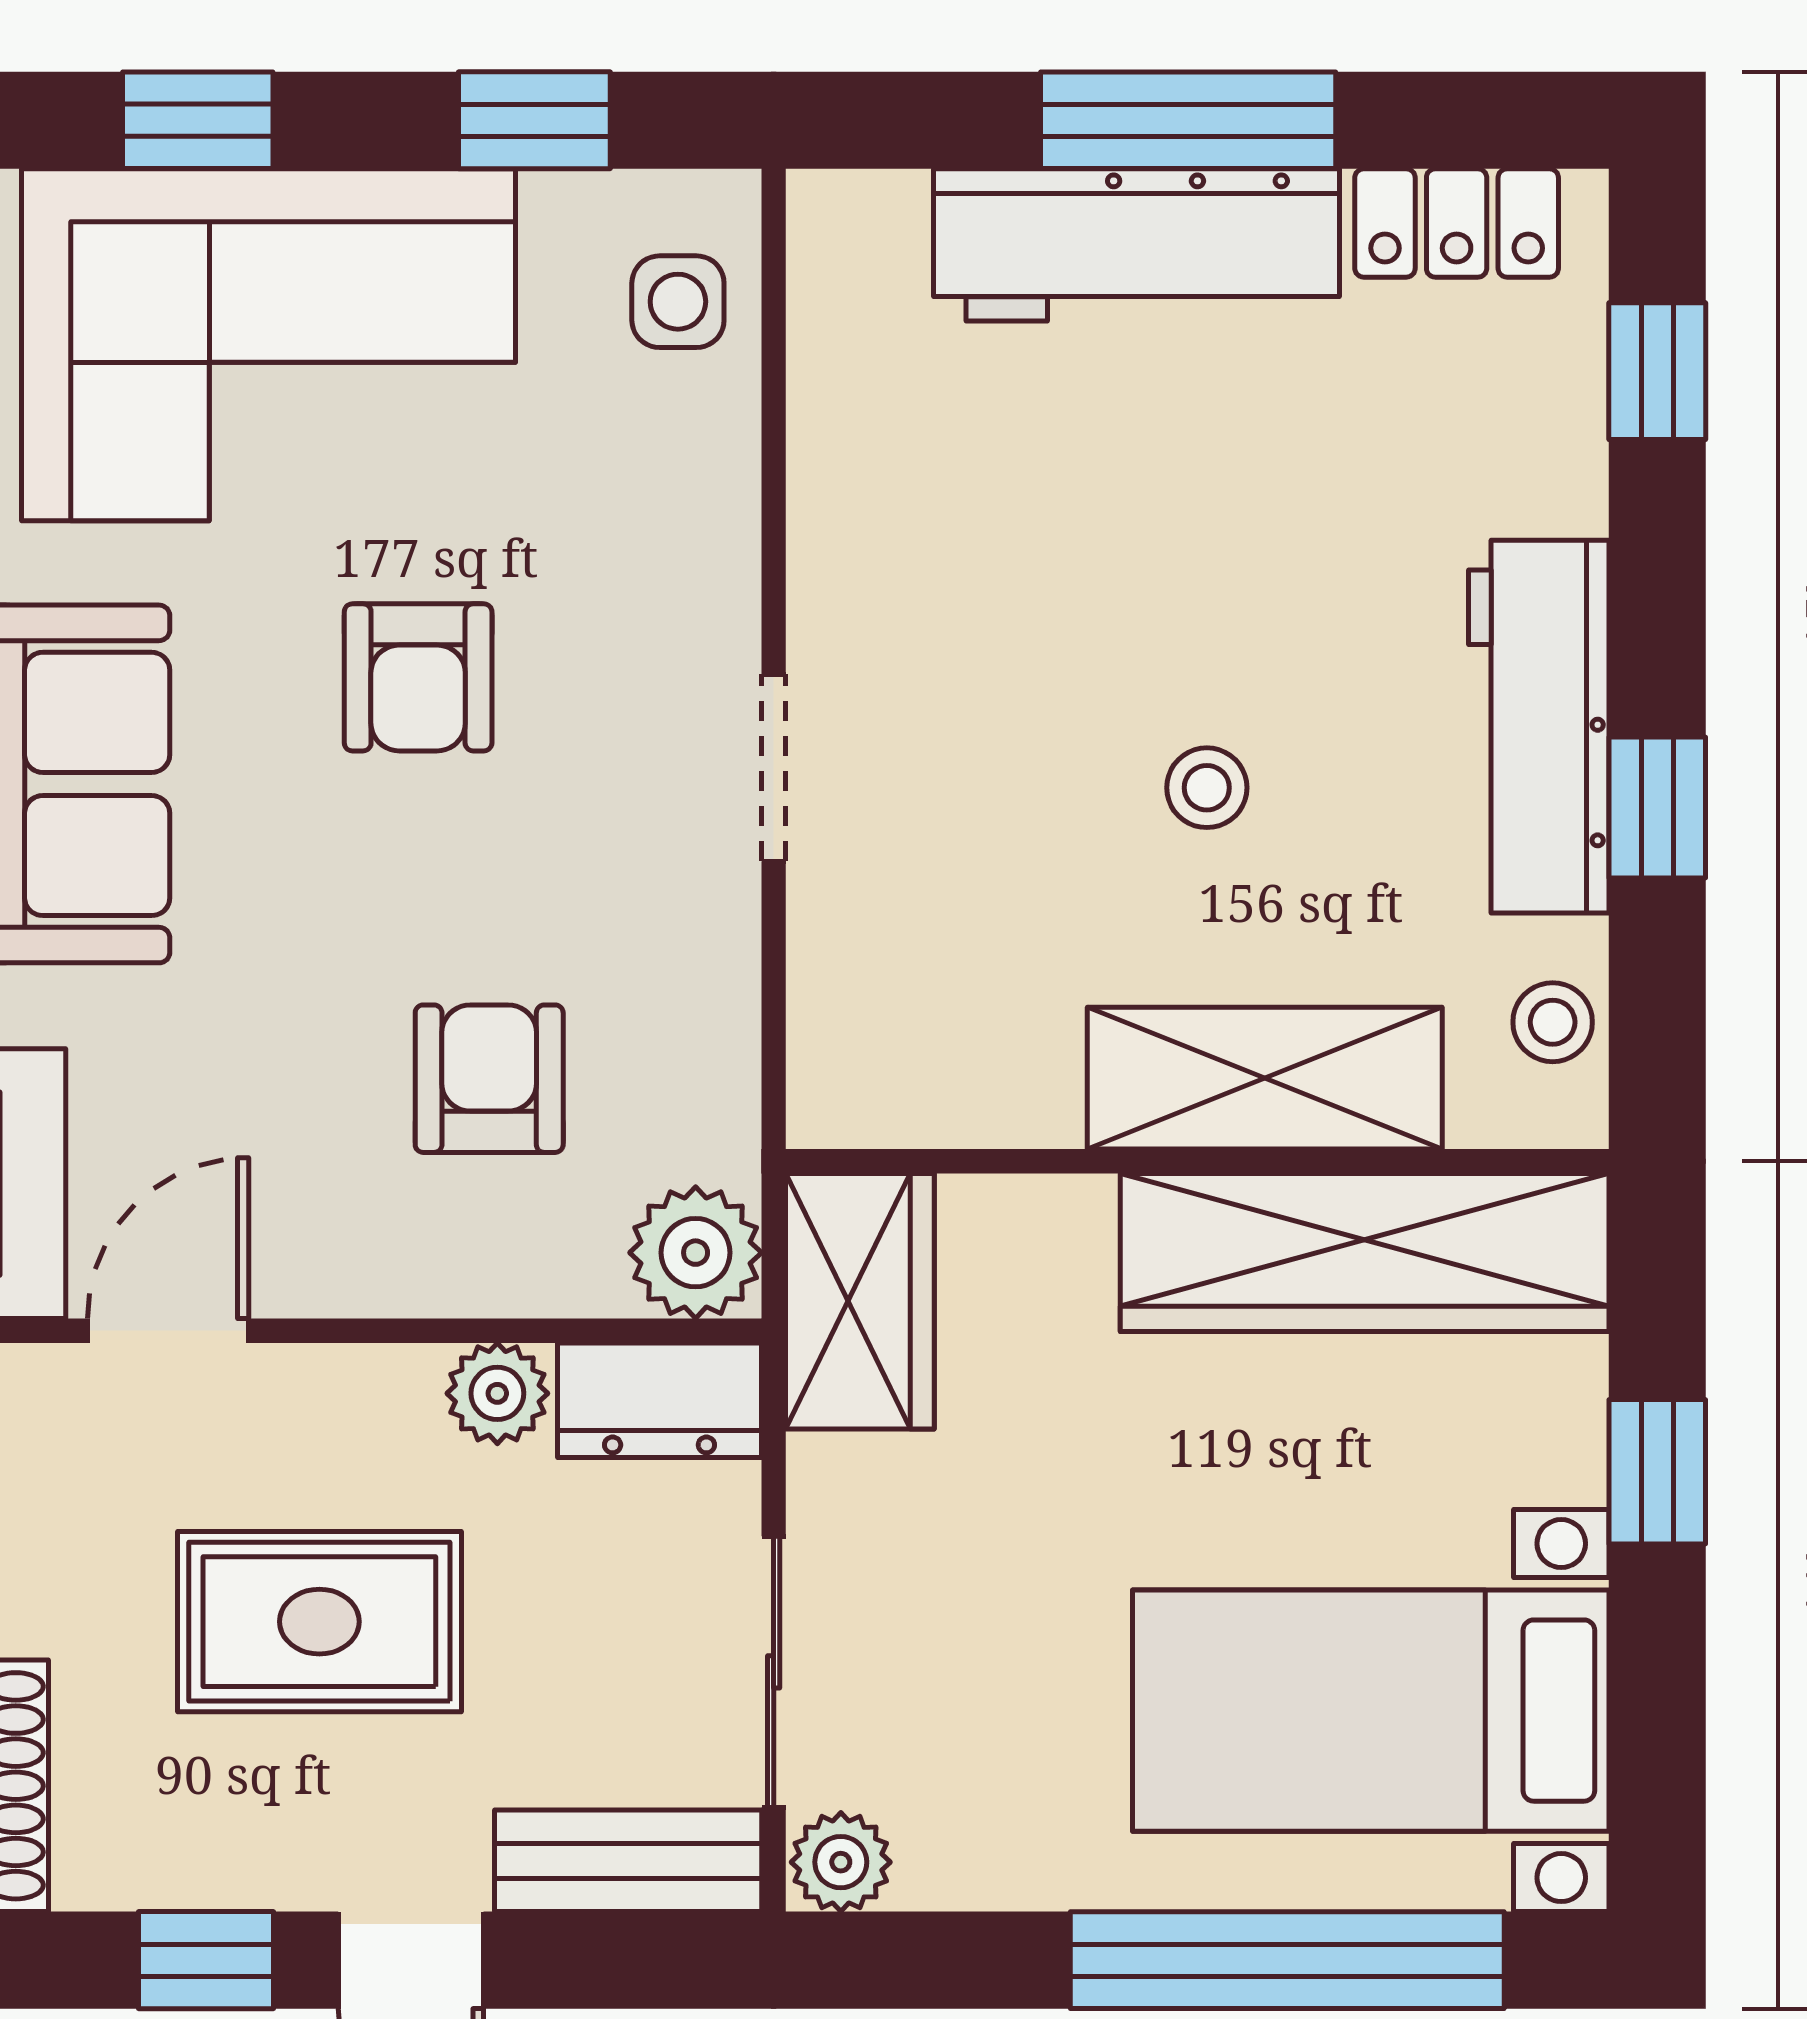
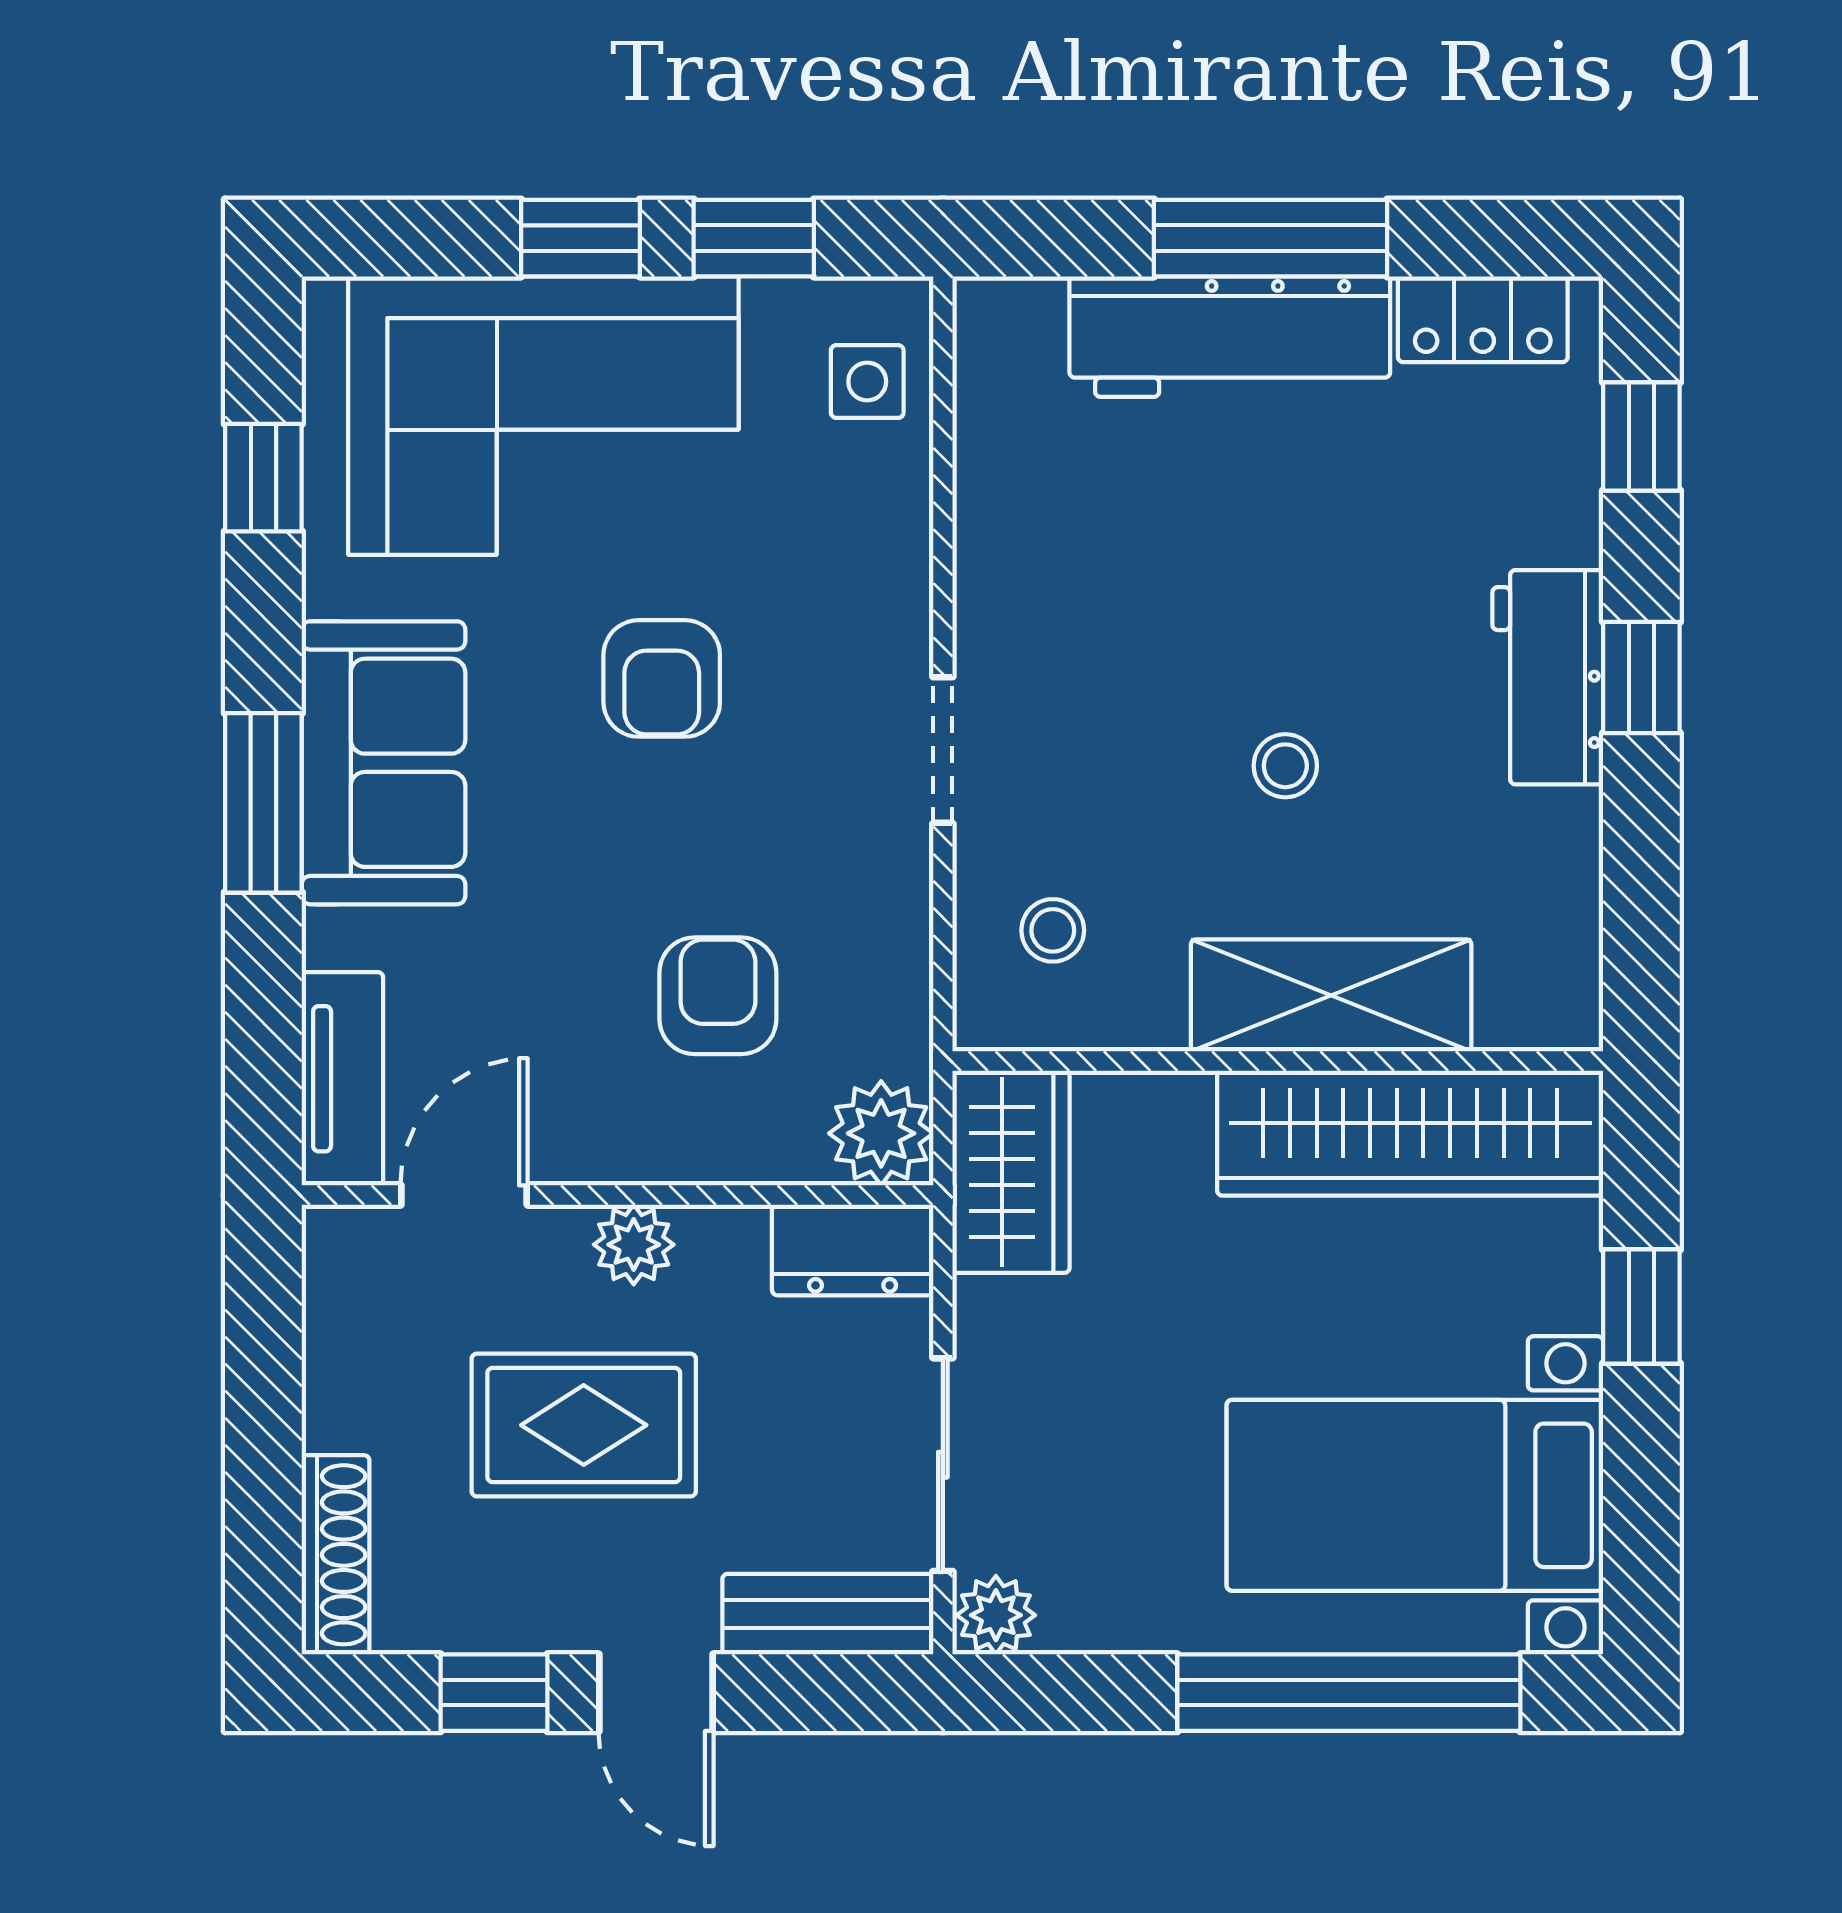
window: (198, 120) -> (580, 238), moved
workbench: (1539, 727) -> (1548, 677), width x0.73
window: (1657, 807) -> (1641, 678), moved
stool: (1553, 1022) -> (1053, 930), moved
plant: (497, 1393) -> (634, 1245), moved

